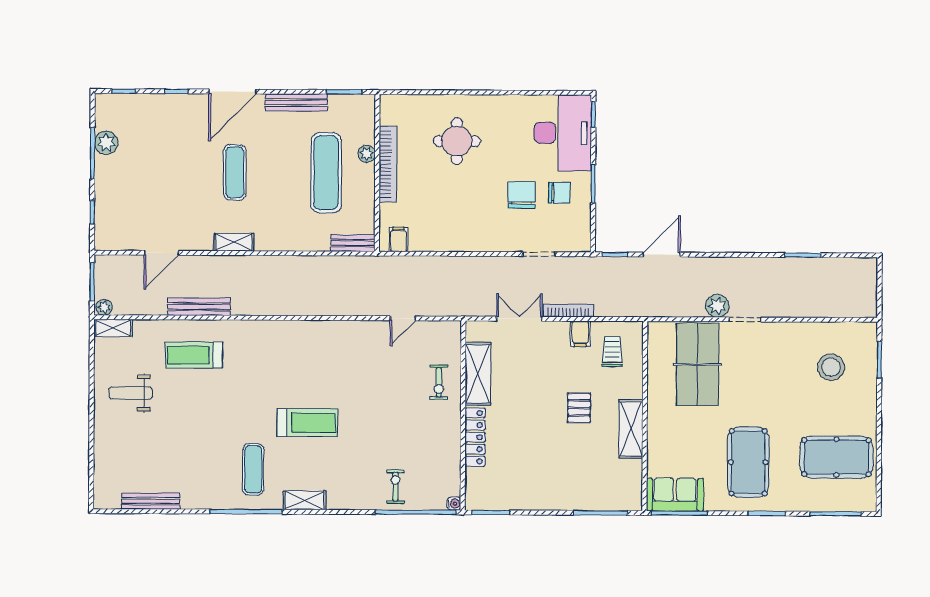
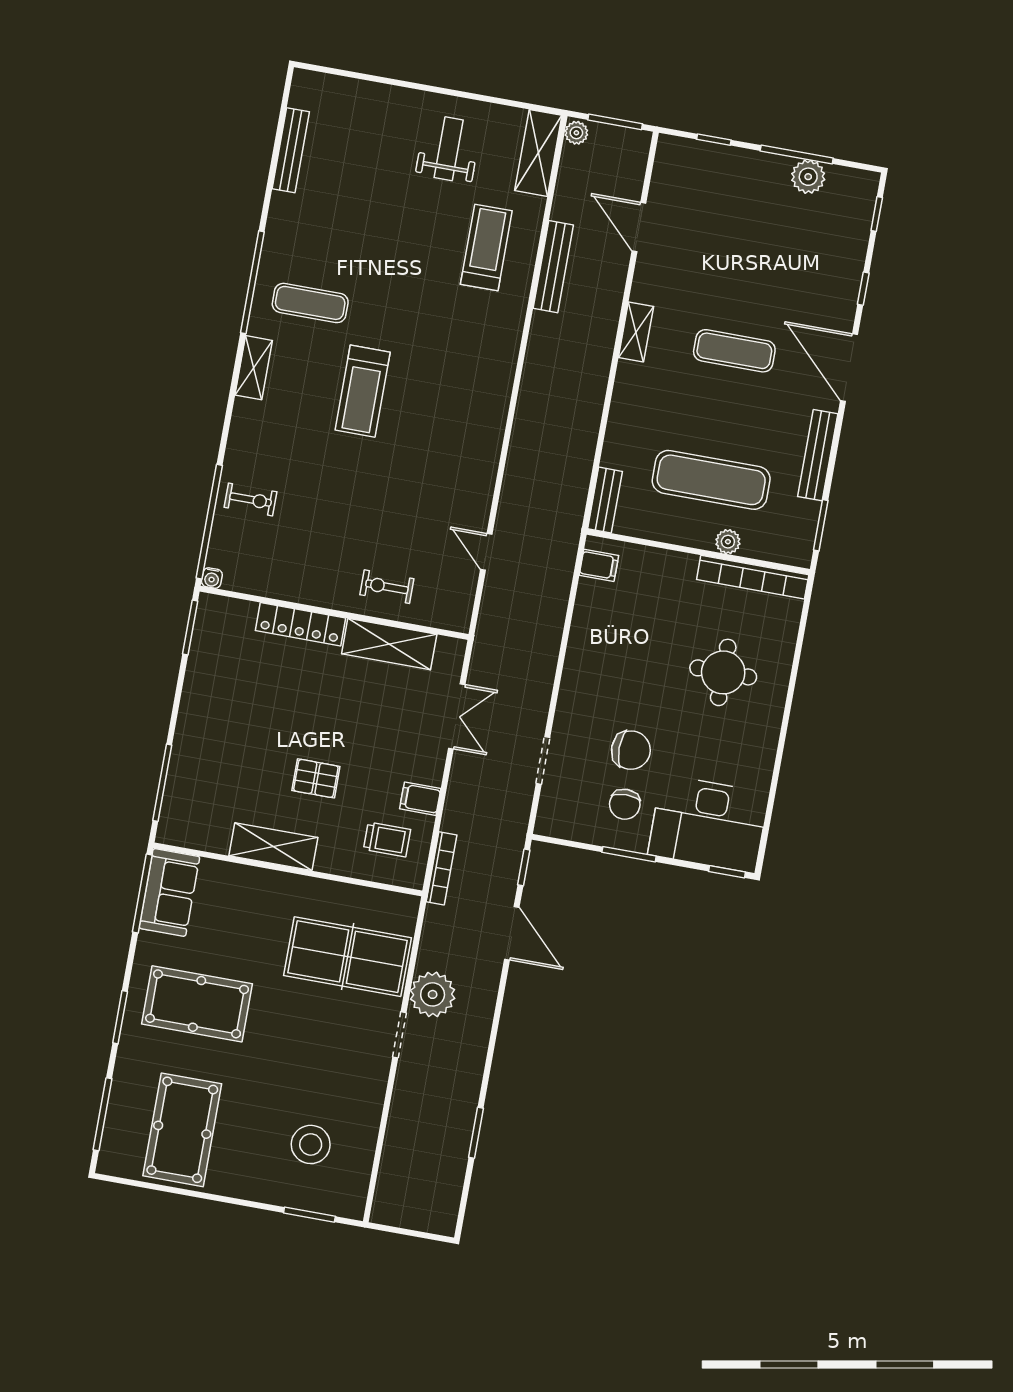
bookcase: (388, 164) -> (753, 577), moved
plant: (717, 306) -> (433, 994), width x1.36, depth x1.36
bookcase: (568, 310) -> (442, 868), moved
shelving: (113, 328) -> (538, 153), width x1.50, depth x1.33

